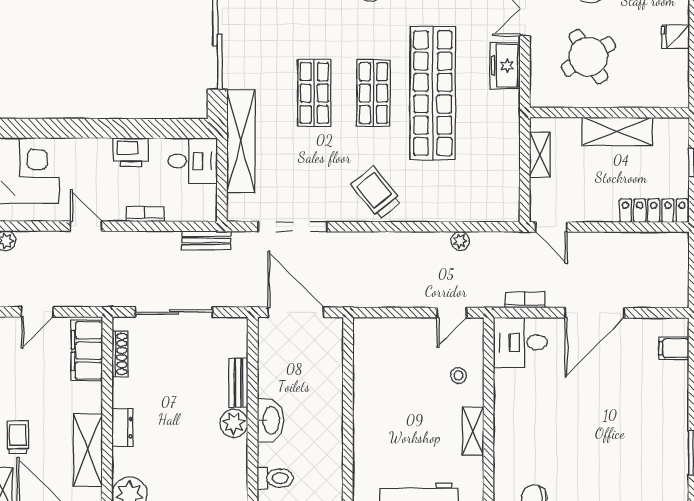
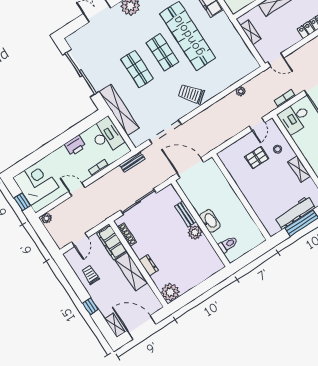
desk: (193, 161) -> (106, 135), width x1.37
pallet: (415, 367) -> (257, 158), added
trolley: (18, 437) -> (90, 275), moved
shelving: (88, 450) -> (131, 271), moved

